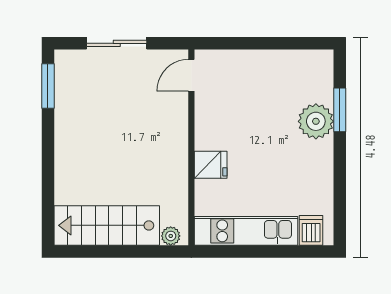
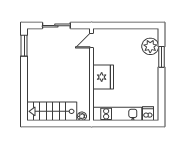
plant: (316, 121) -> (150, 46), moved
fridge: (211, 165) -> (103, 77), width x1.88, depth x1.34

